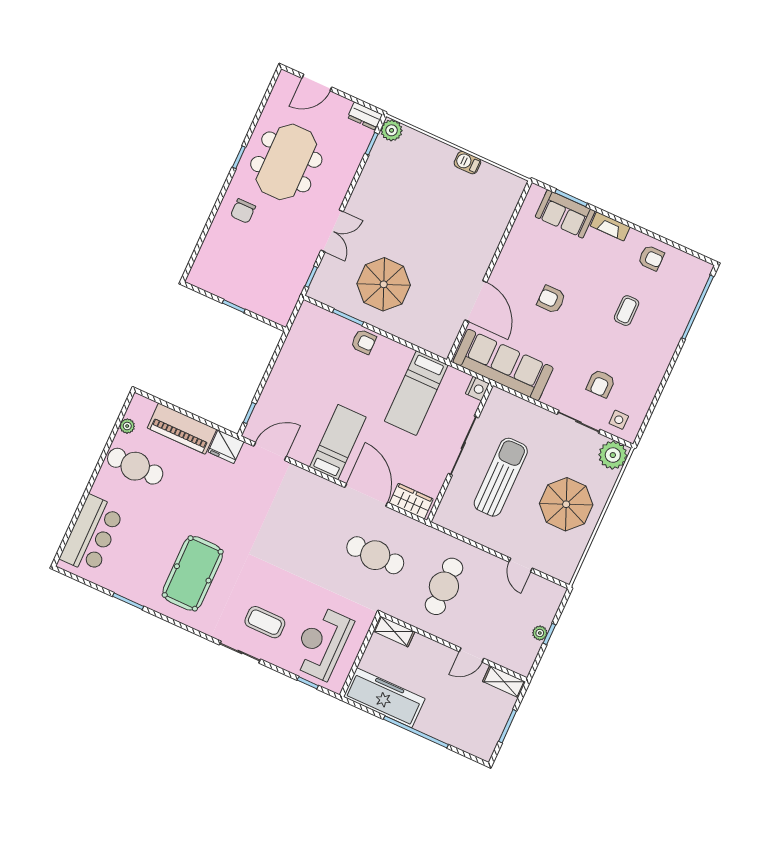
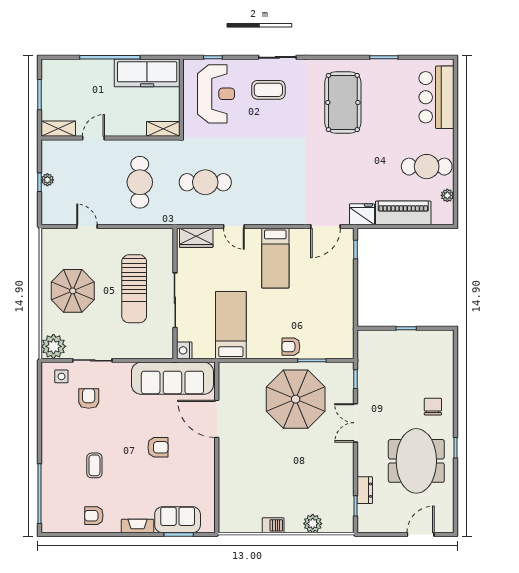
dresser: (365, 116) -> (365, 490), moved, turned 90
plant: (392, 130) -> (313, 524), moved
parasol: (384, 284) -> (296, 399), width x1.36, depth x1.36
door: (366, 495) -> (234, 227), width x0.53

